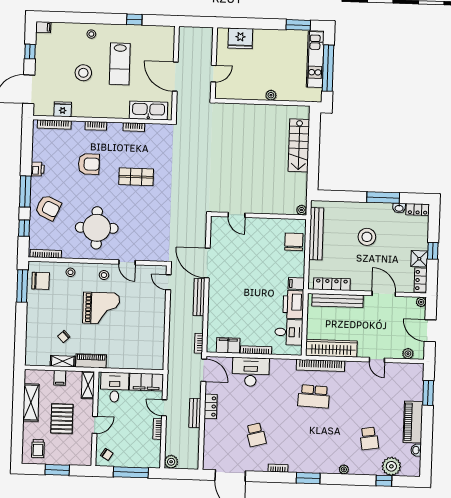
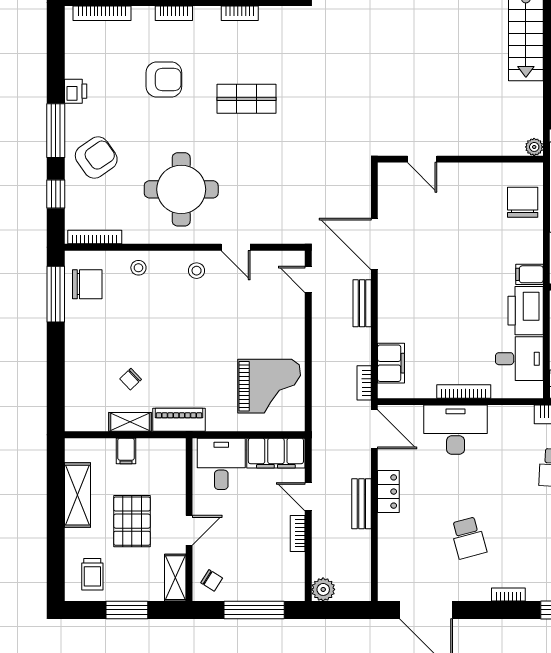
armchair: (48, 208) -> (96, 158), turned -60
bench: (199, 297) -> (362, 303), width x0.73
grand piano: (101, 308) -> (269, 386), moved
filing cabinet: (228, 345) -> (391, 363), moved, turned 90
shelving: (88, 385) -> (175, 578), moved

